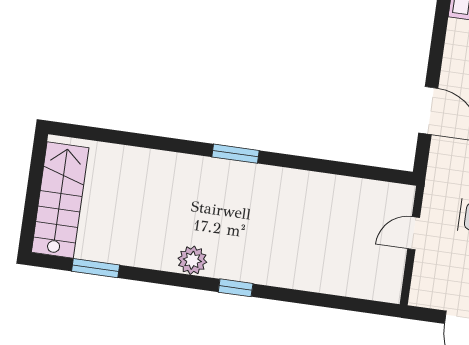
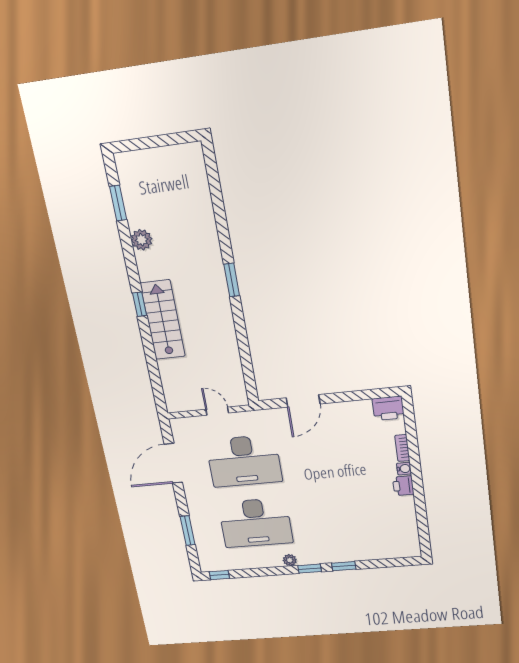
stairs: (60, 200) -> (163, 320), moved, turned -90
plant: (192, 260) -> (142, 240), moved

